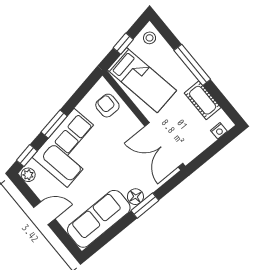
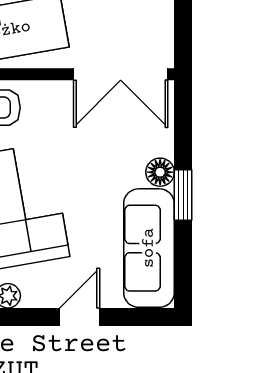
window: (145, 206) -> (183, 195), moved

